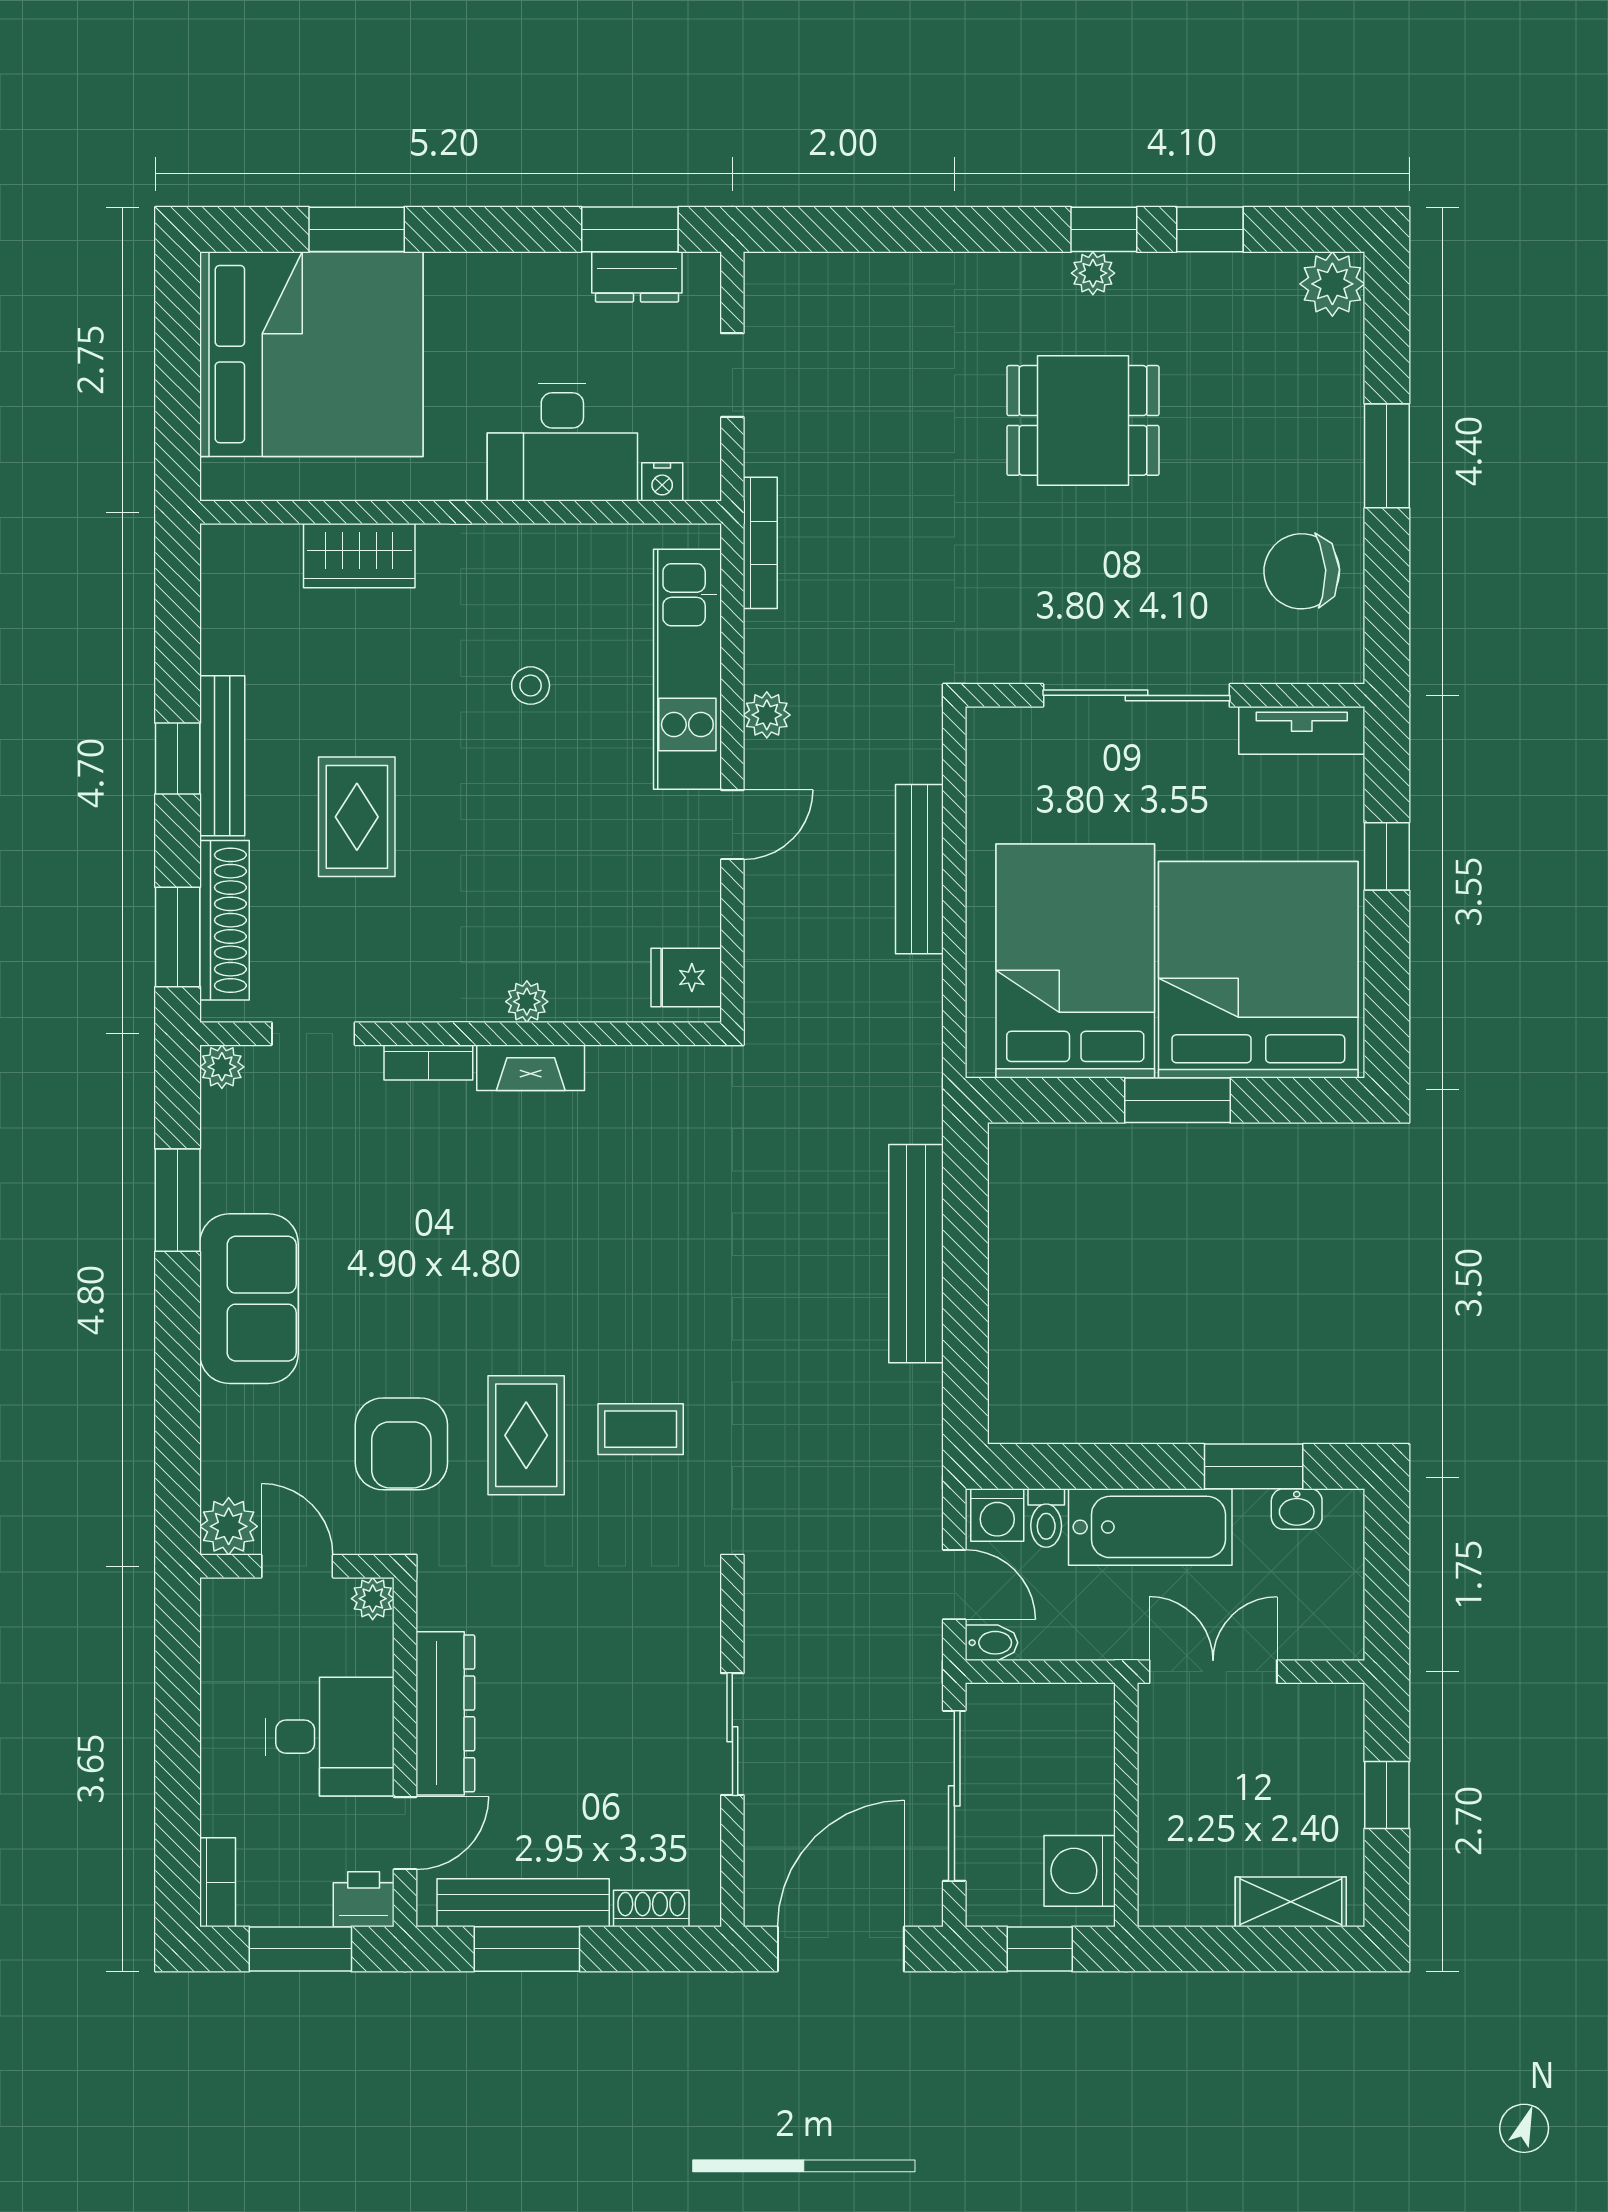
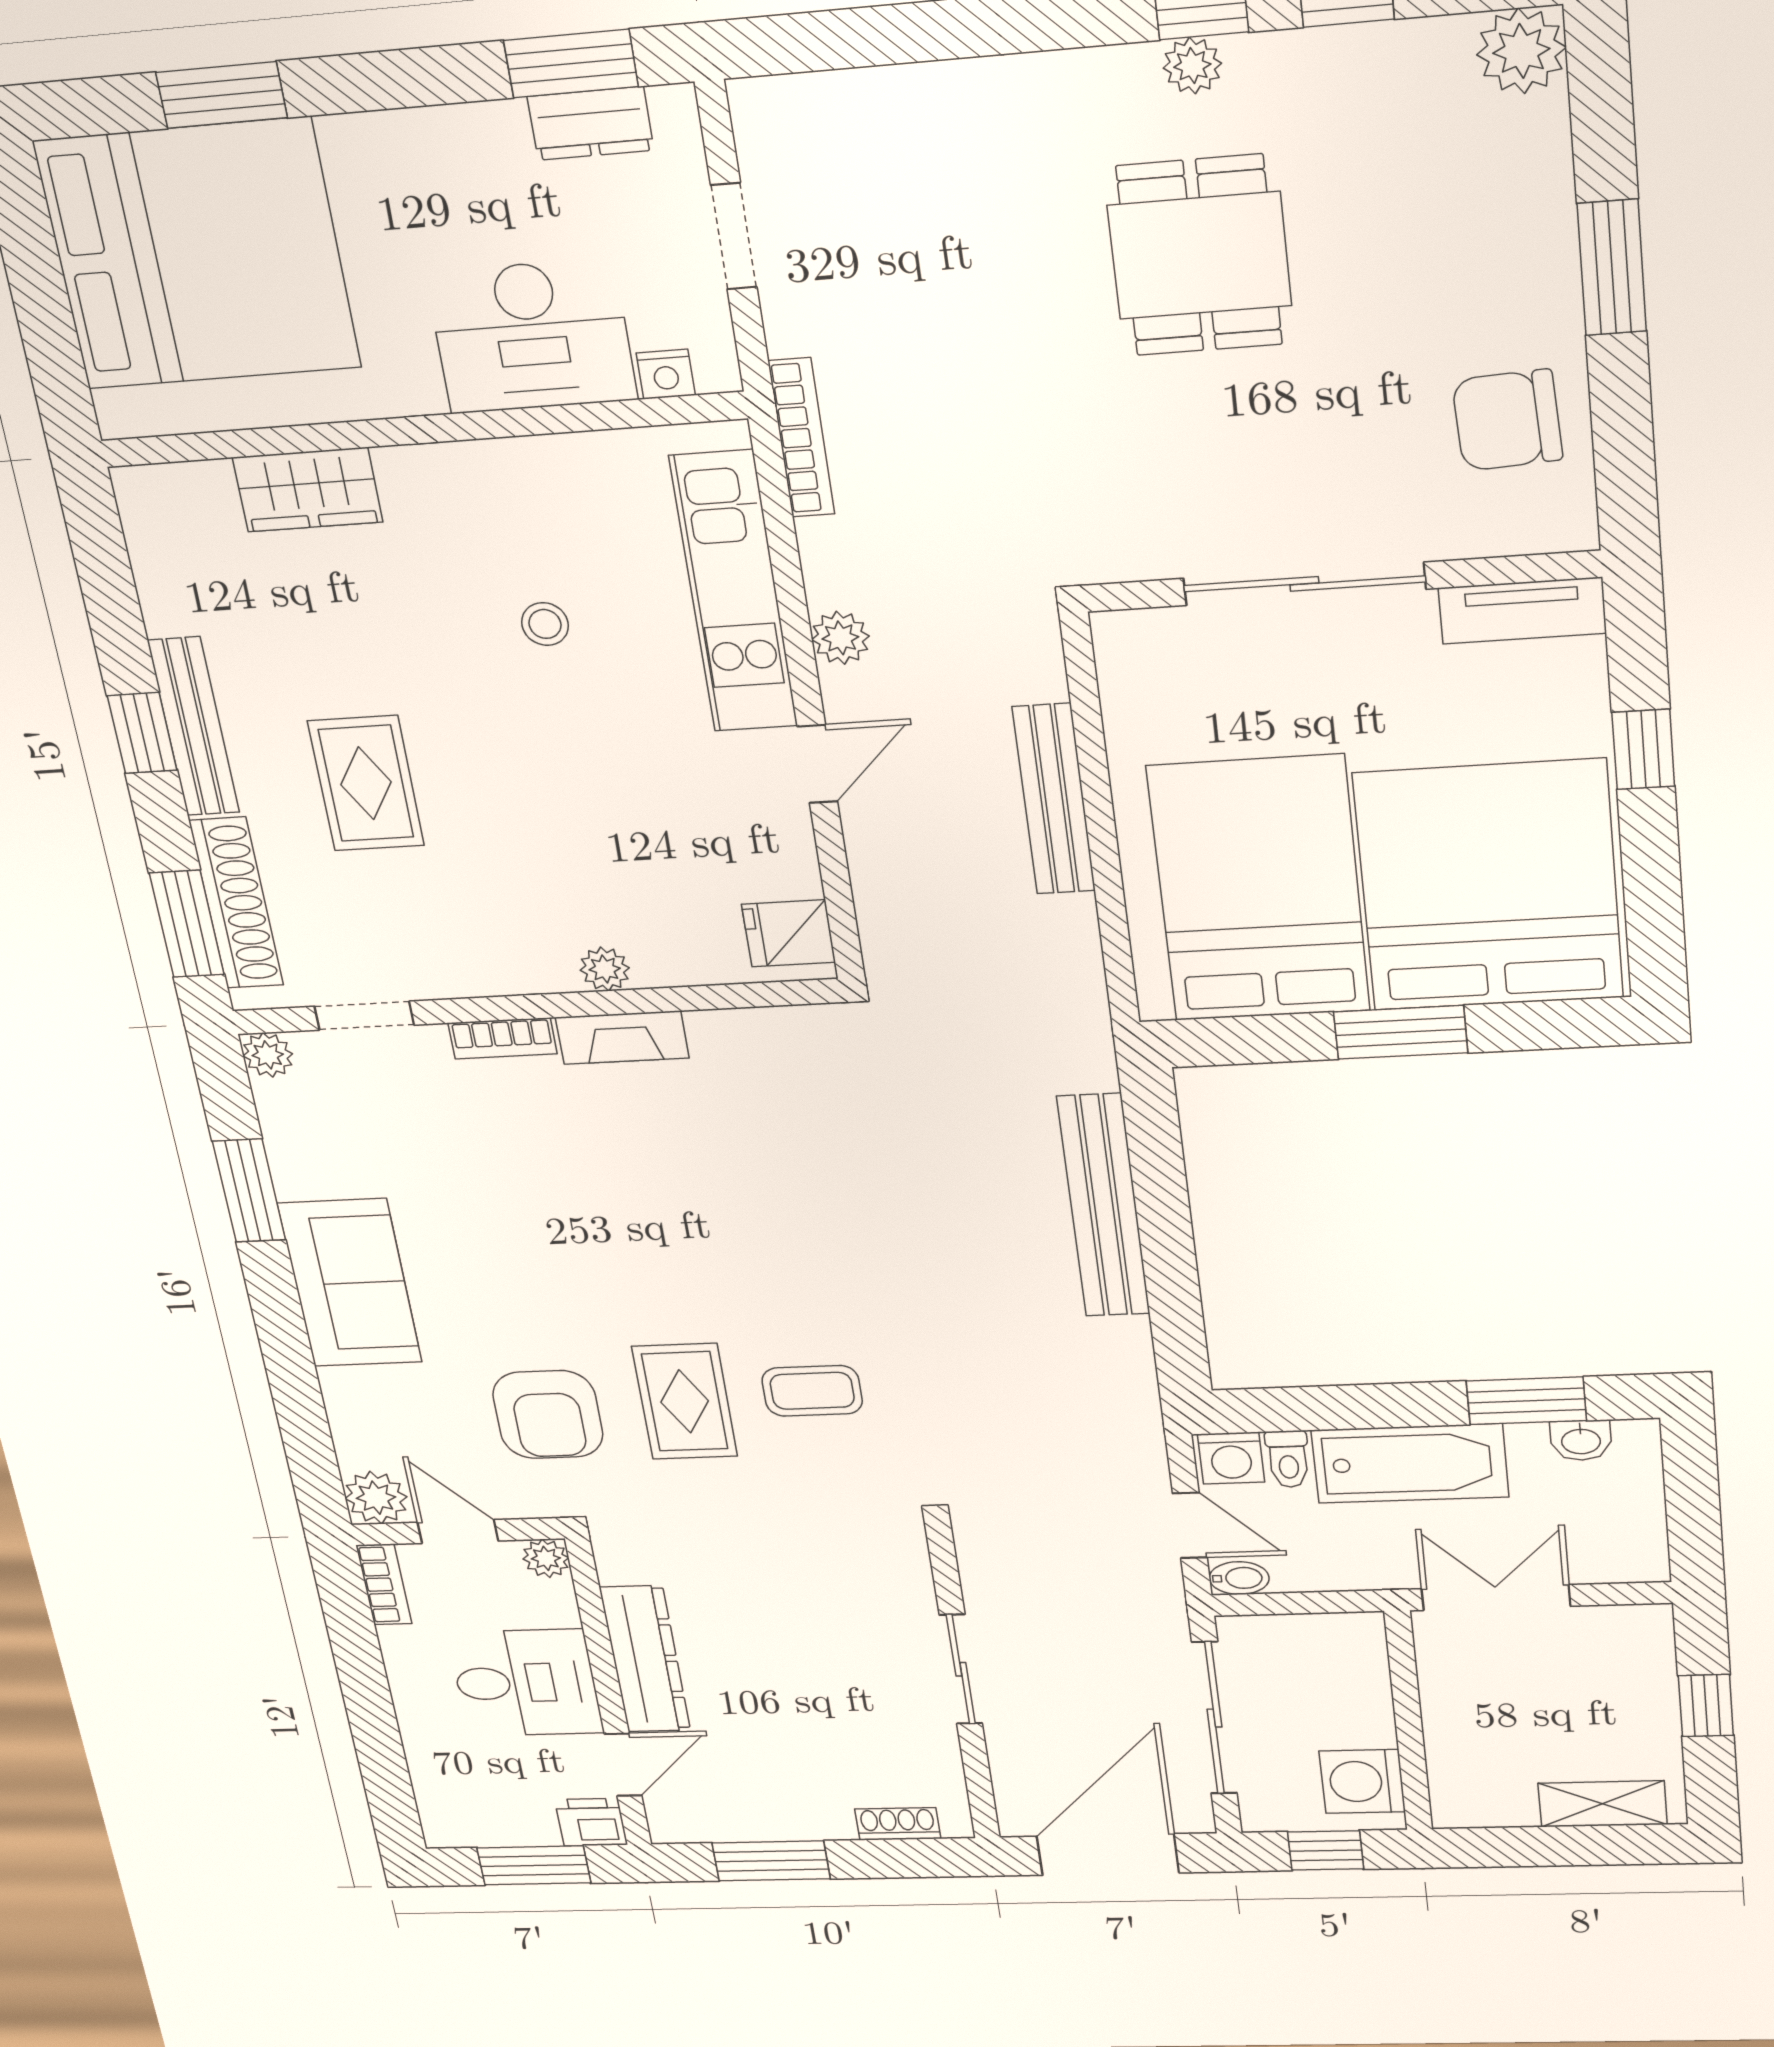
dining table: (1083, 420) -> (1199, 256), turned 90
bookcase: (218, 1882) -> (384, 1584), moved
bench: (523, 1903) -> (760, 1822), removed

